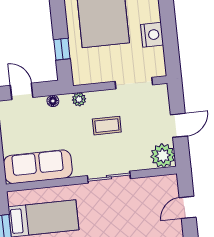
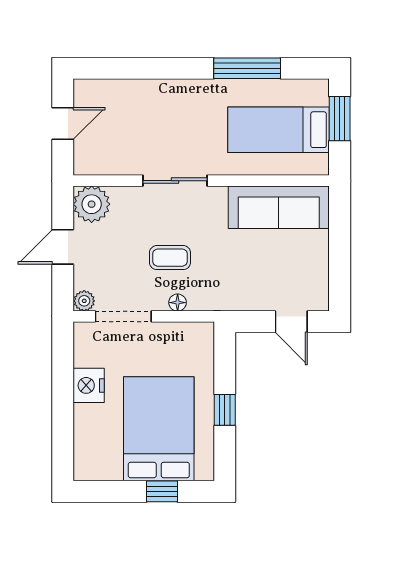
window: (62, 49) -> (225, 410), moved
plant: (79, 99) -> (84, 301), moved
floor lamp: (53, 101) -> (178, 303), moved

